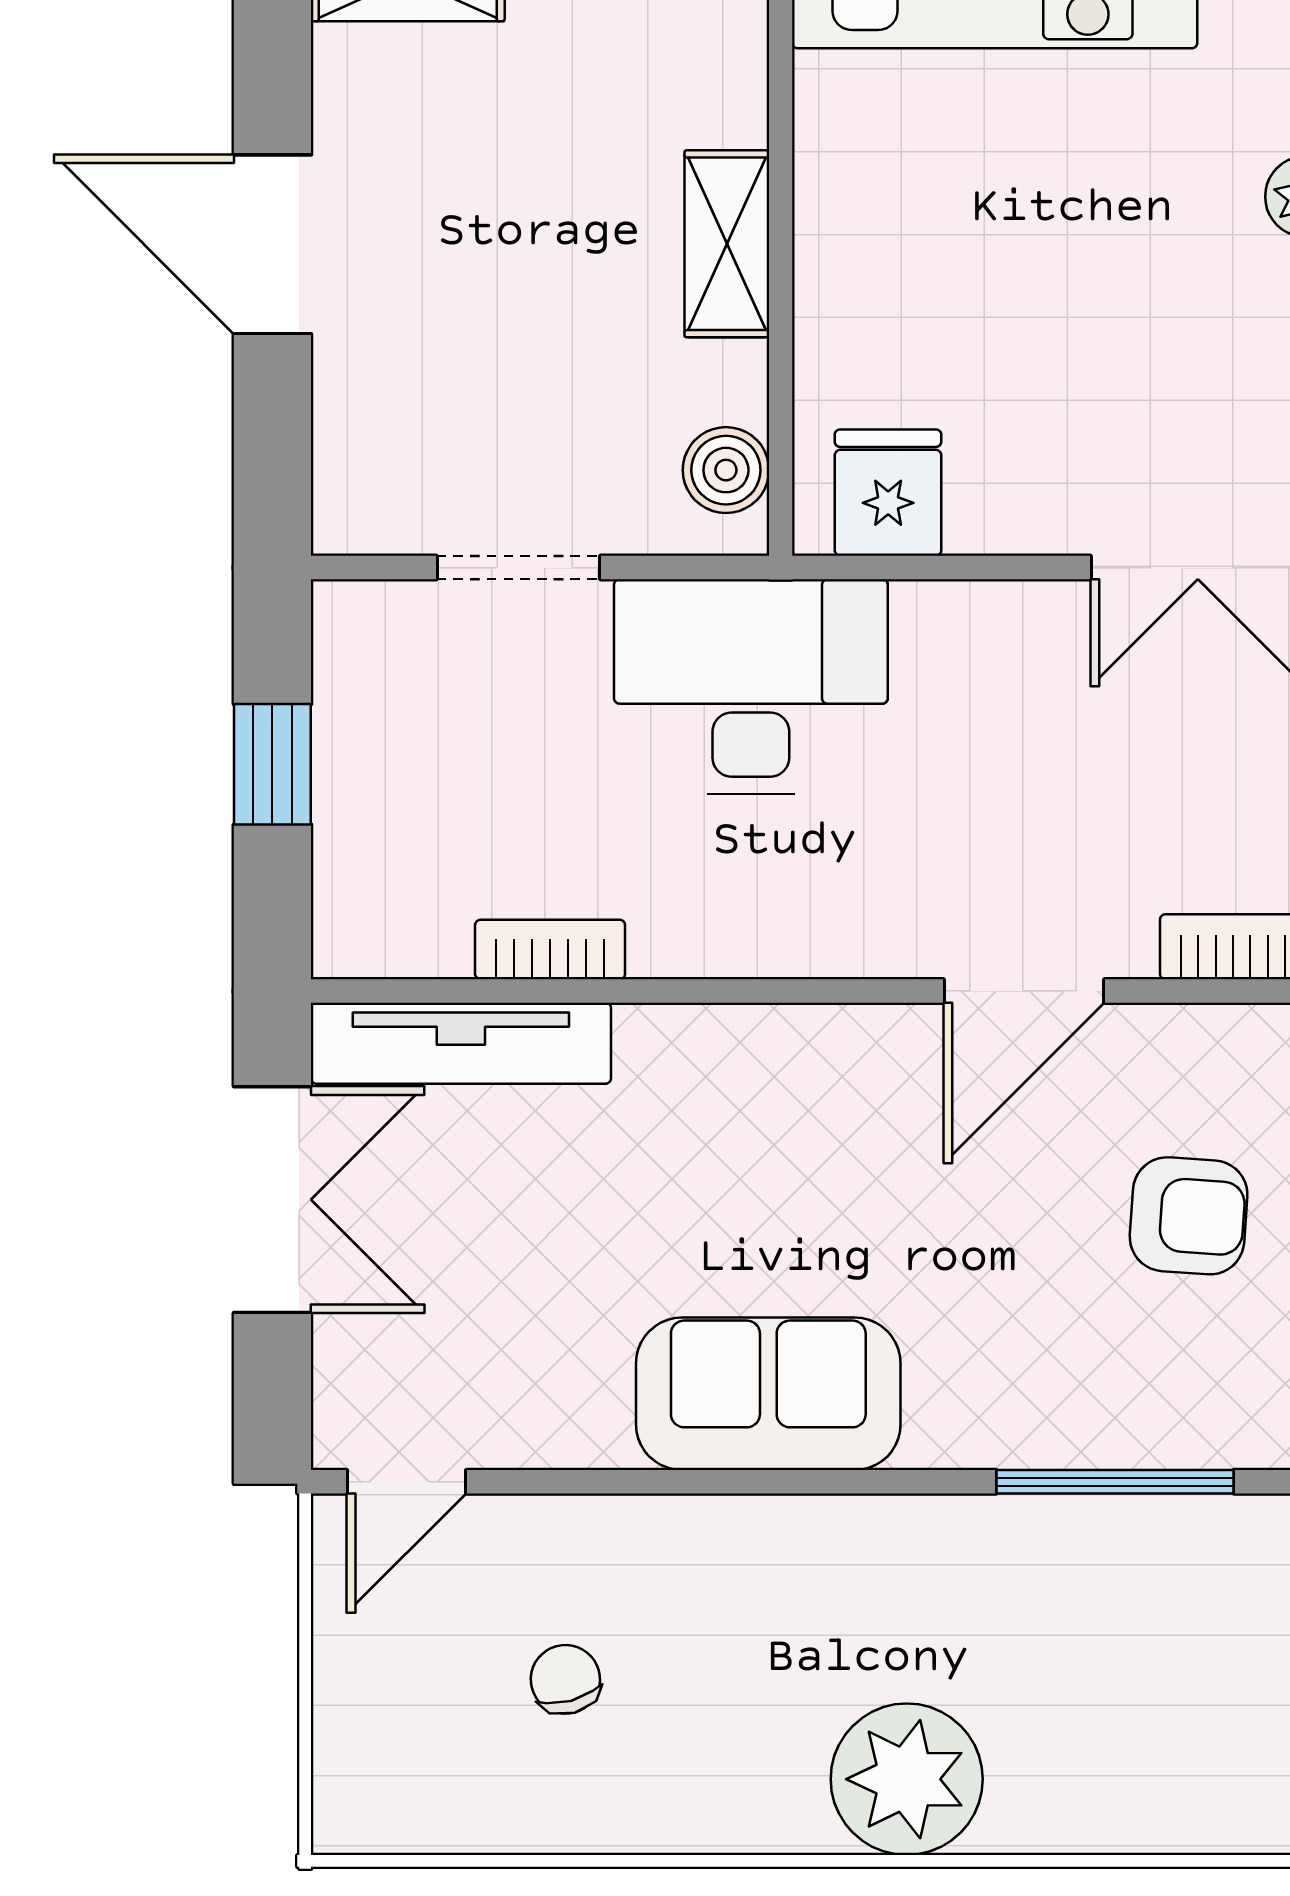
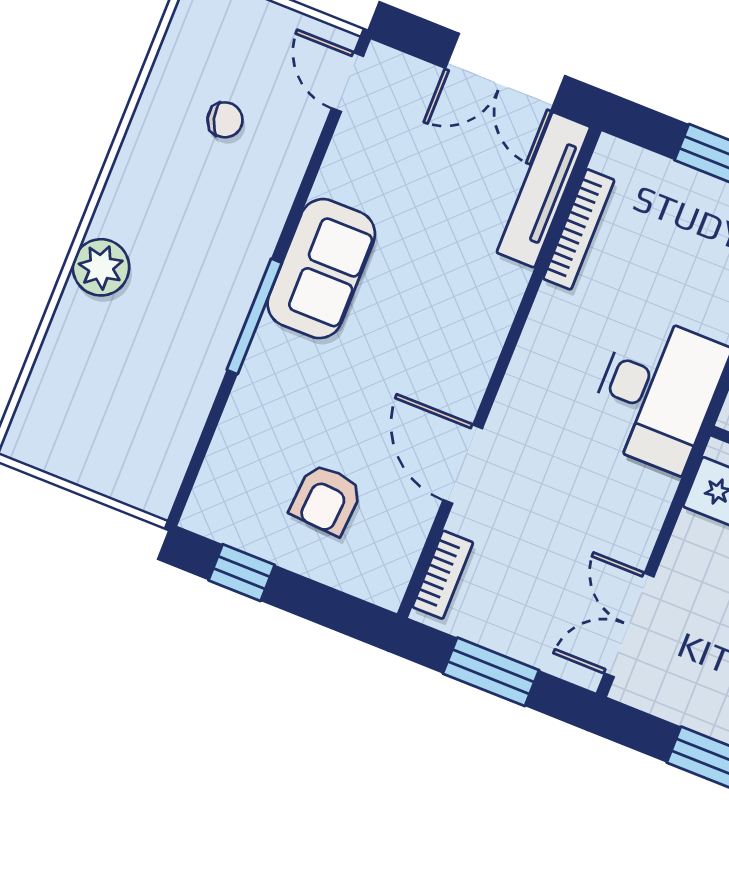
bookcase: (550, 949) -> (579, 229), width x1.56
window: (1115, 1482) -> (254, 316), moved
plant: (907, 1779) -> (101, 267), width x0.73, depth x0.73

